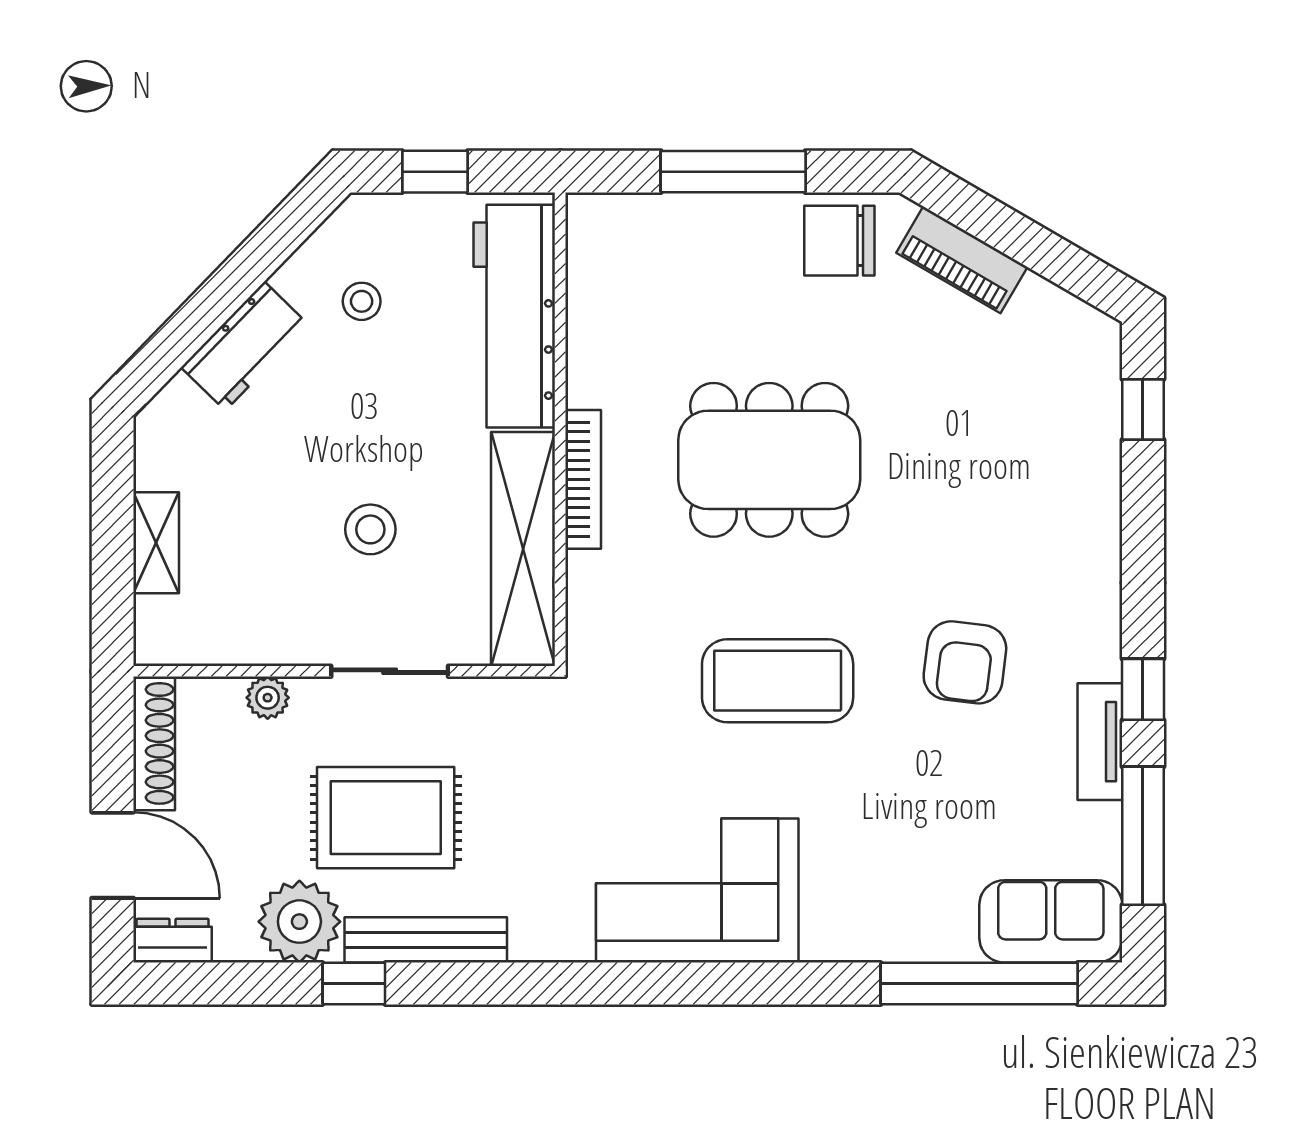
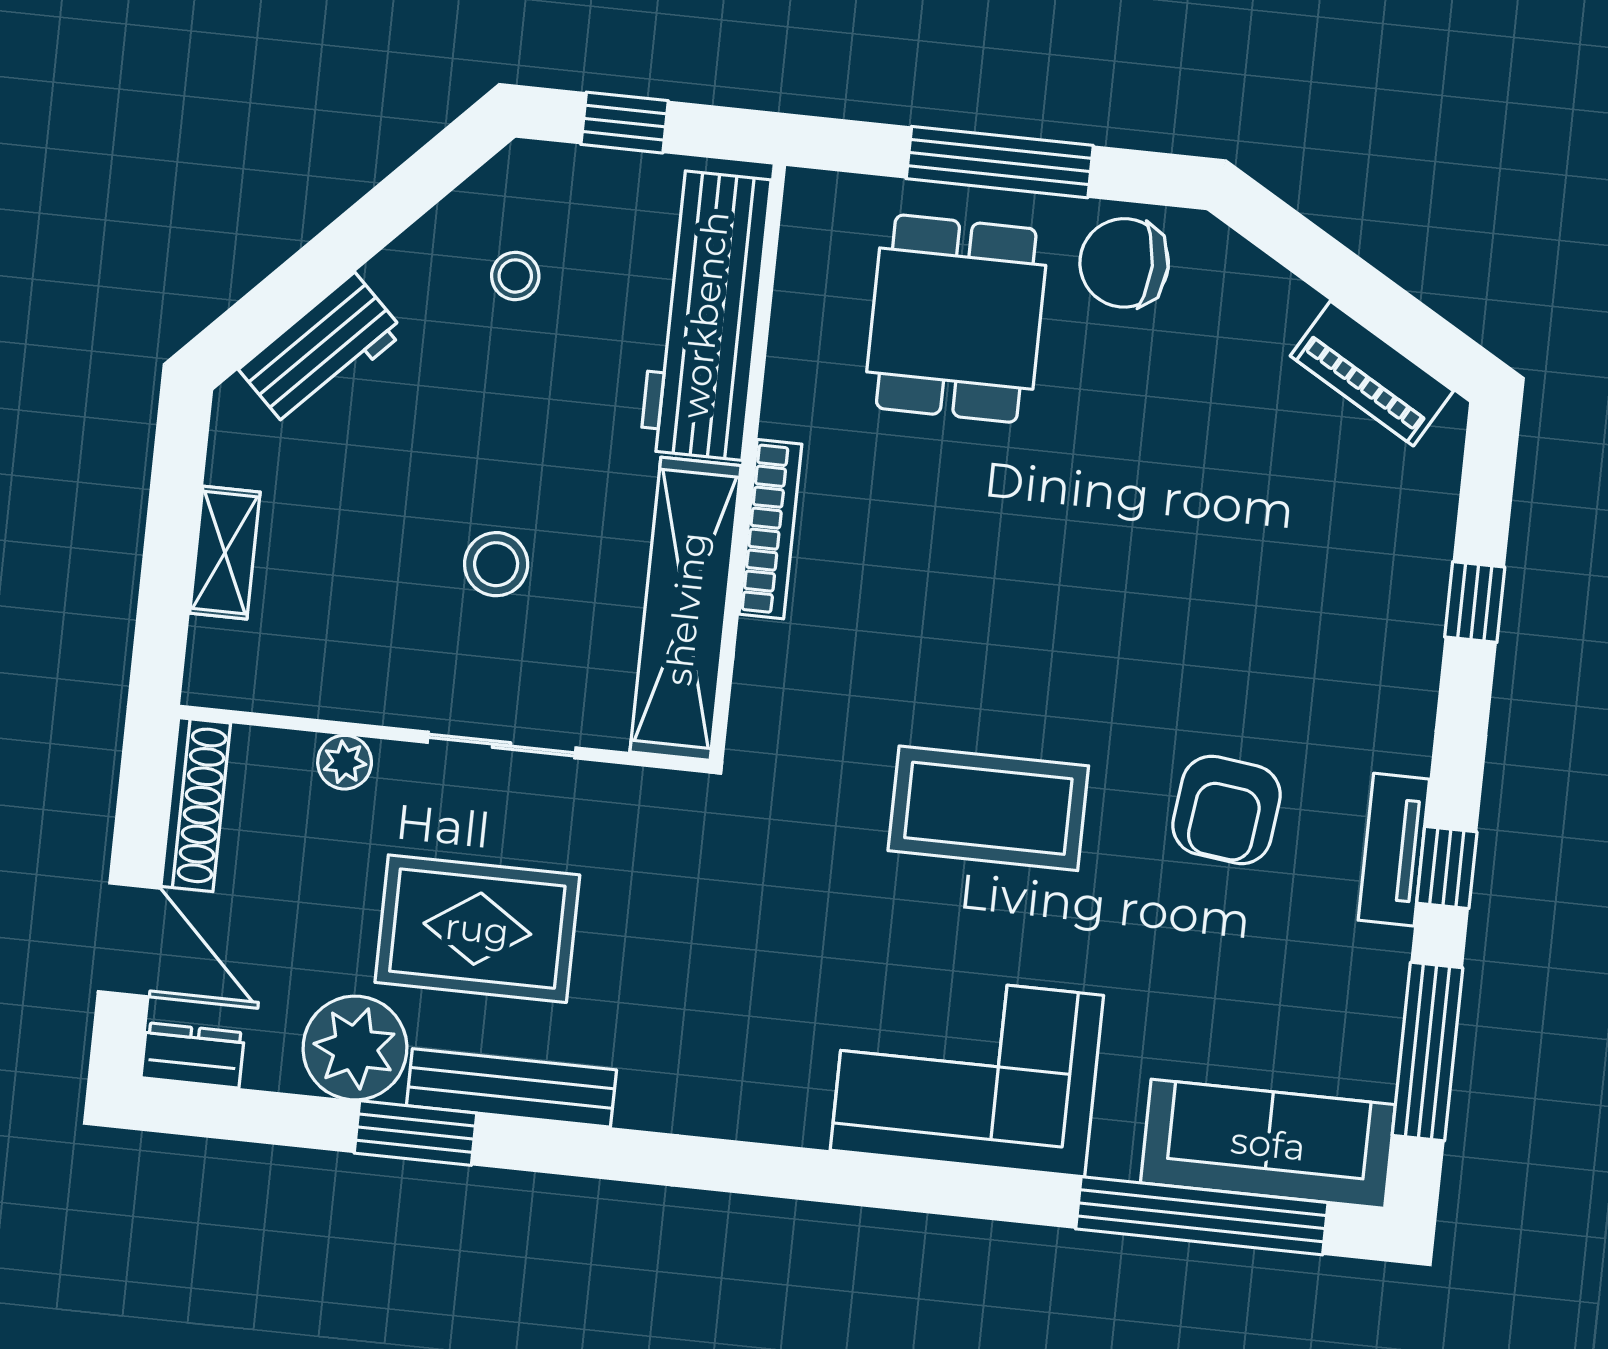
piano: (962, 260) -> (1372, 373), moved
workbench: (245, 346) -> (322, 351), moved
window: (1143, 409) -> (1475, 602), moved
dining table: (769, 460) -> (956, 319), moved, width x0.73
tv unit: (1100, 742) -> (1394, 850), moved
corner sofa: (697, 890) -> (967, 1073), moved
sofa: (1051, 921) -> (1268, 1144), width x1.36
window: (354, 983) -> (415, 1133), width x1.50

